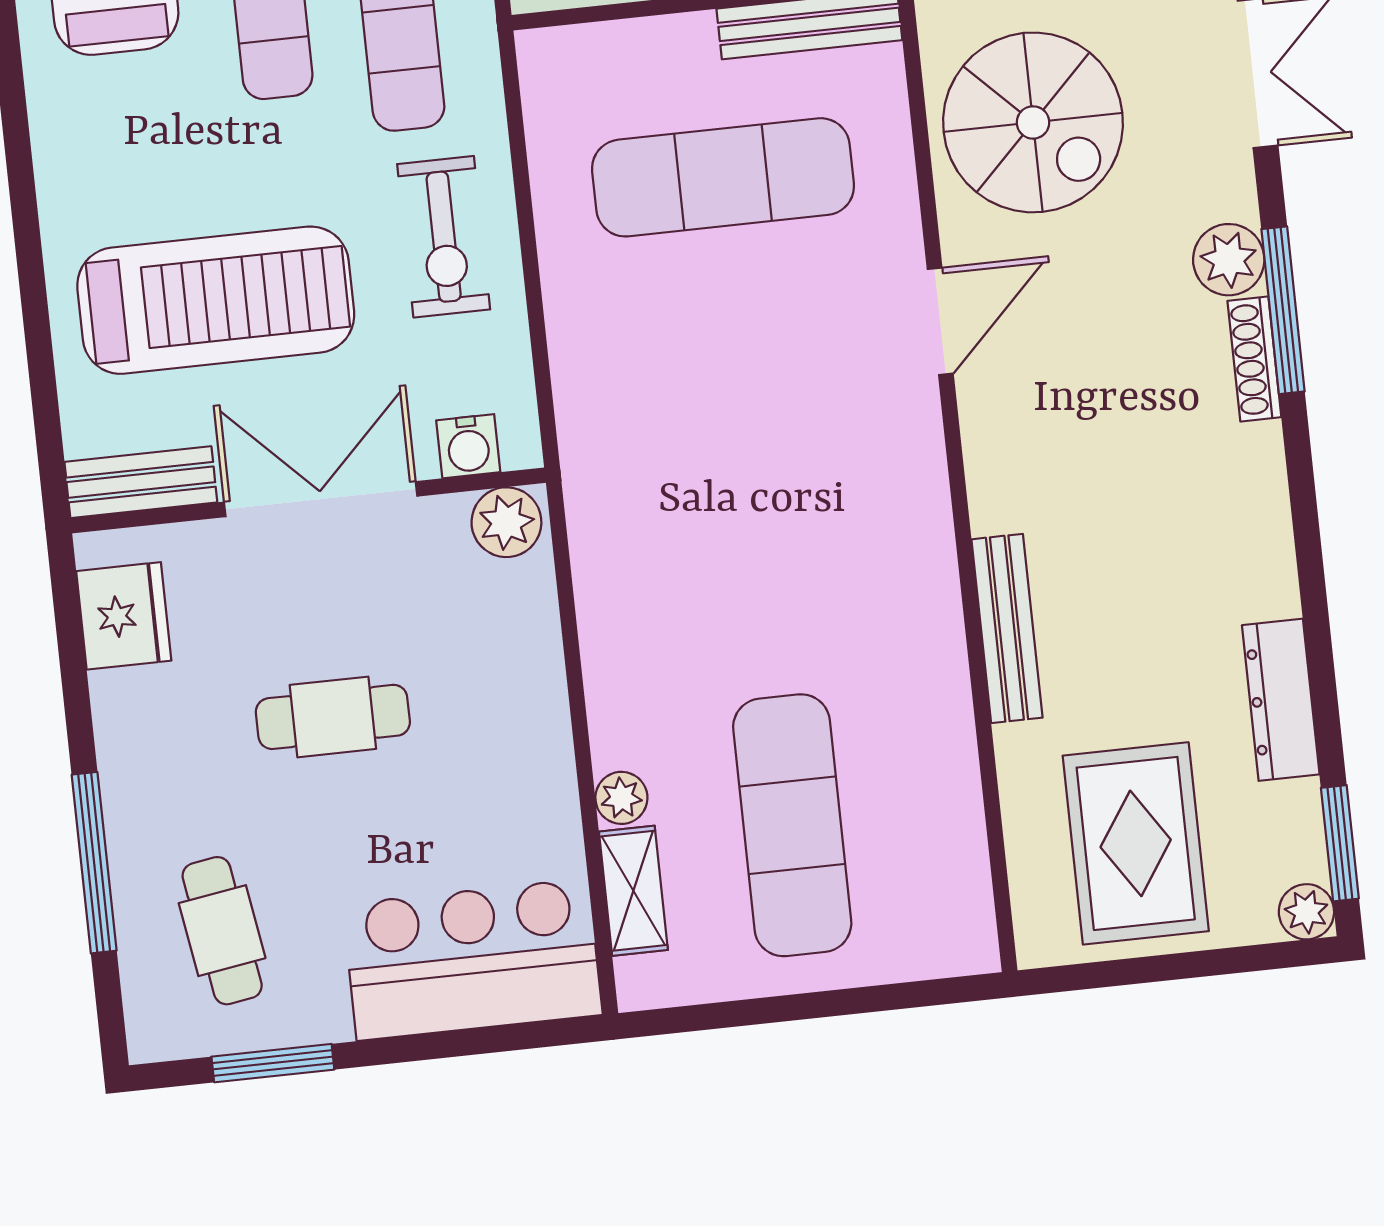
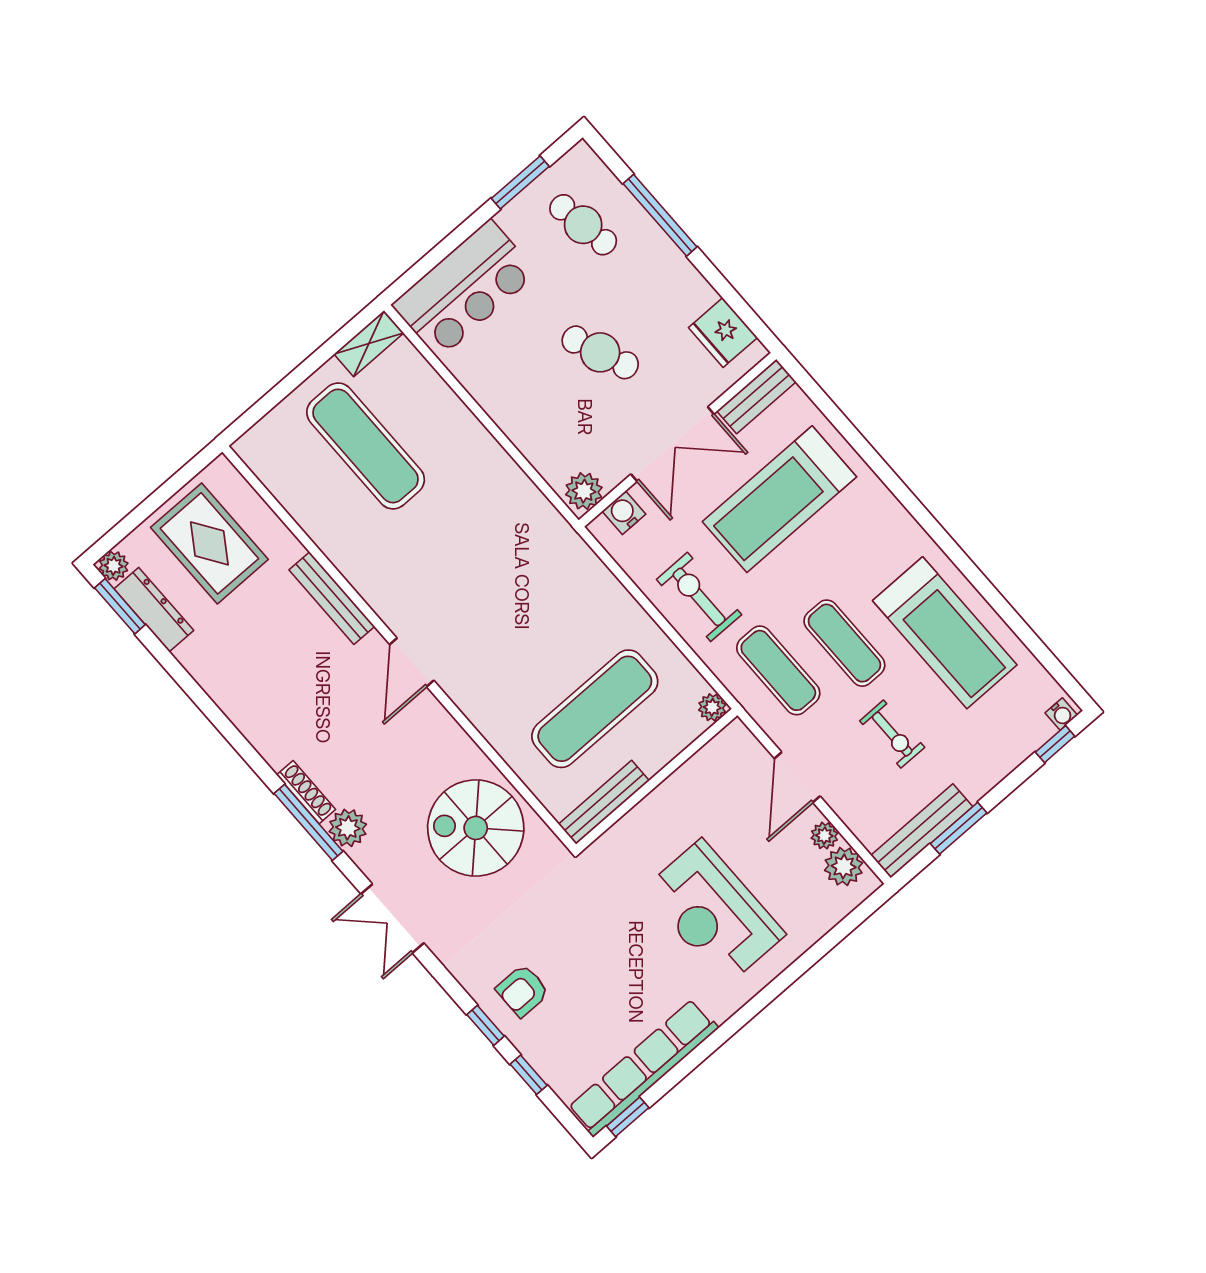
door: (940, 321) -> (412, 662), moved
dresser: (1281, 700) -> (154, 610), moved
cafe table: (333, 717) -> (600, 352), turned 68
plant: (621, 798) -> (712, 707), moved
shelving: (633, 891) -> (369, 343), moved, turned 90

